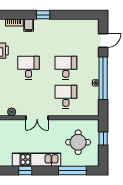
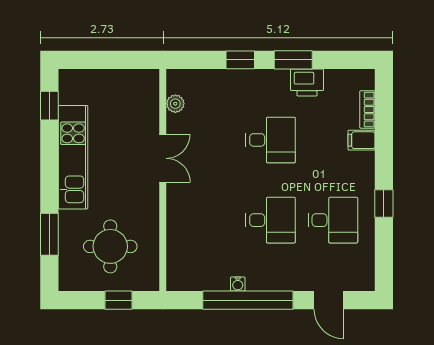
window: (43, 15) -> (384, 203), moved
desk: (66, 97) -> (333, 220), moved
double door: (37, 118) -> (163, 158), swing flipped
window: (25, 171) -> (49, 106), moved
window: (72, 171) -> (49, 234), width x0.69

